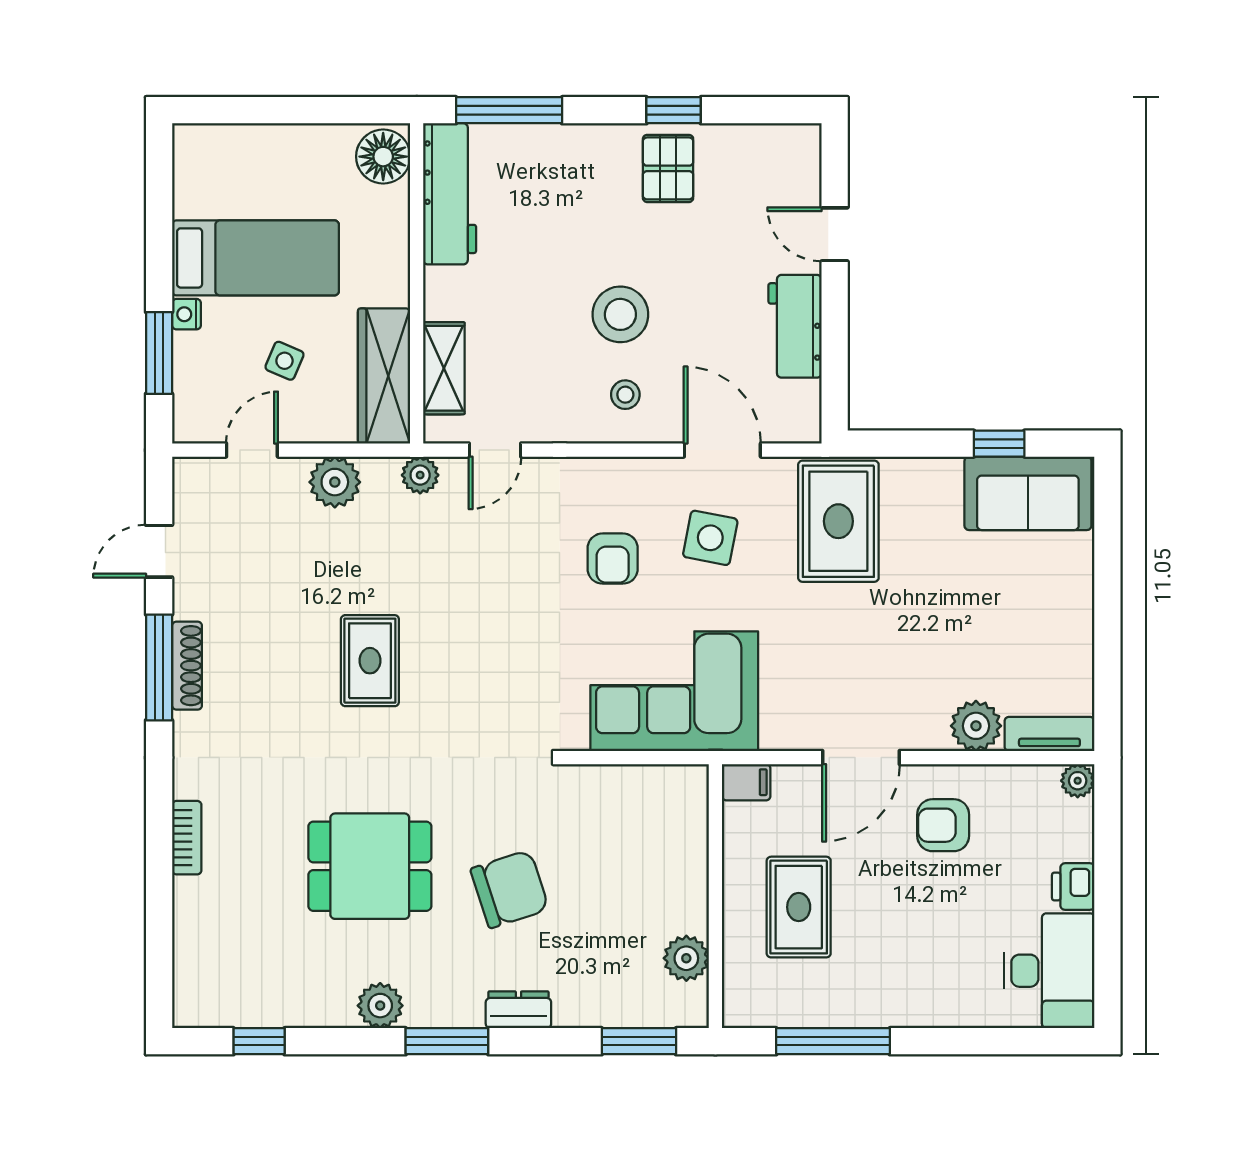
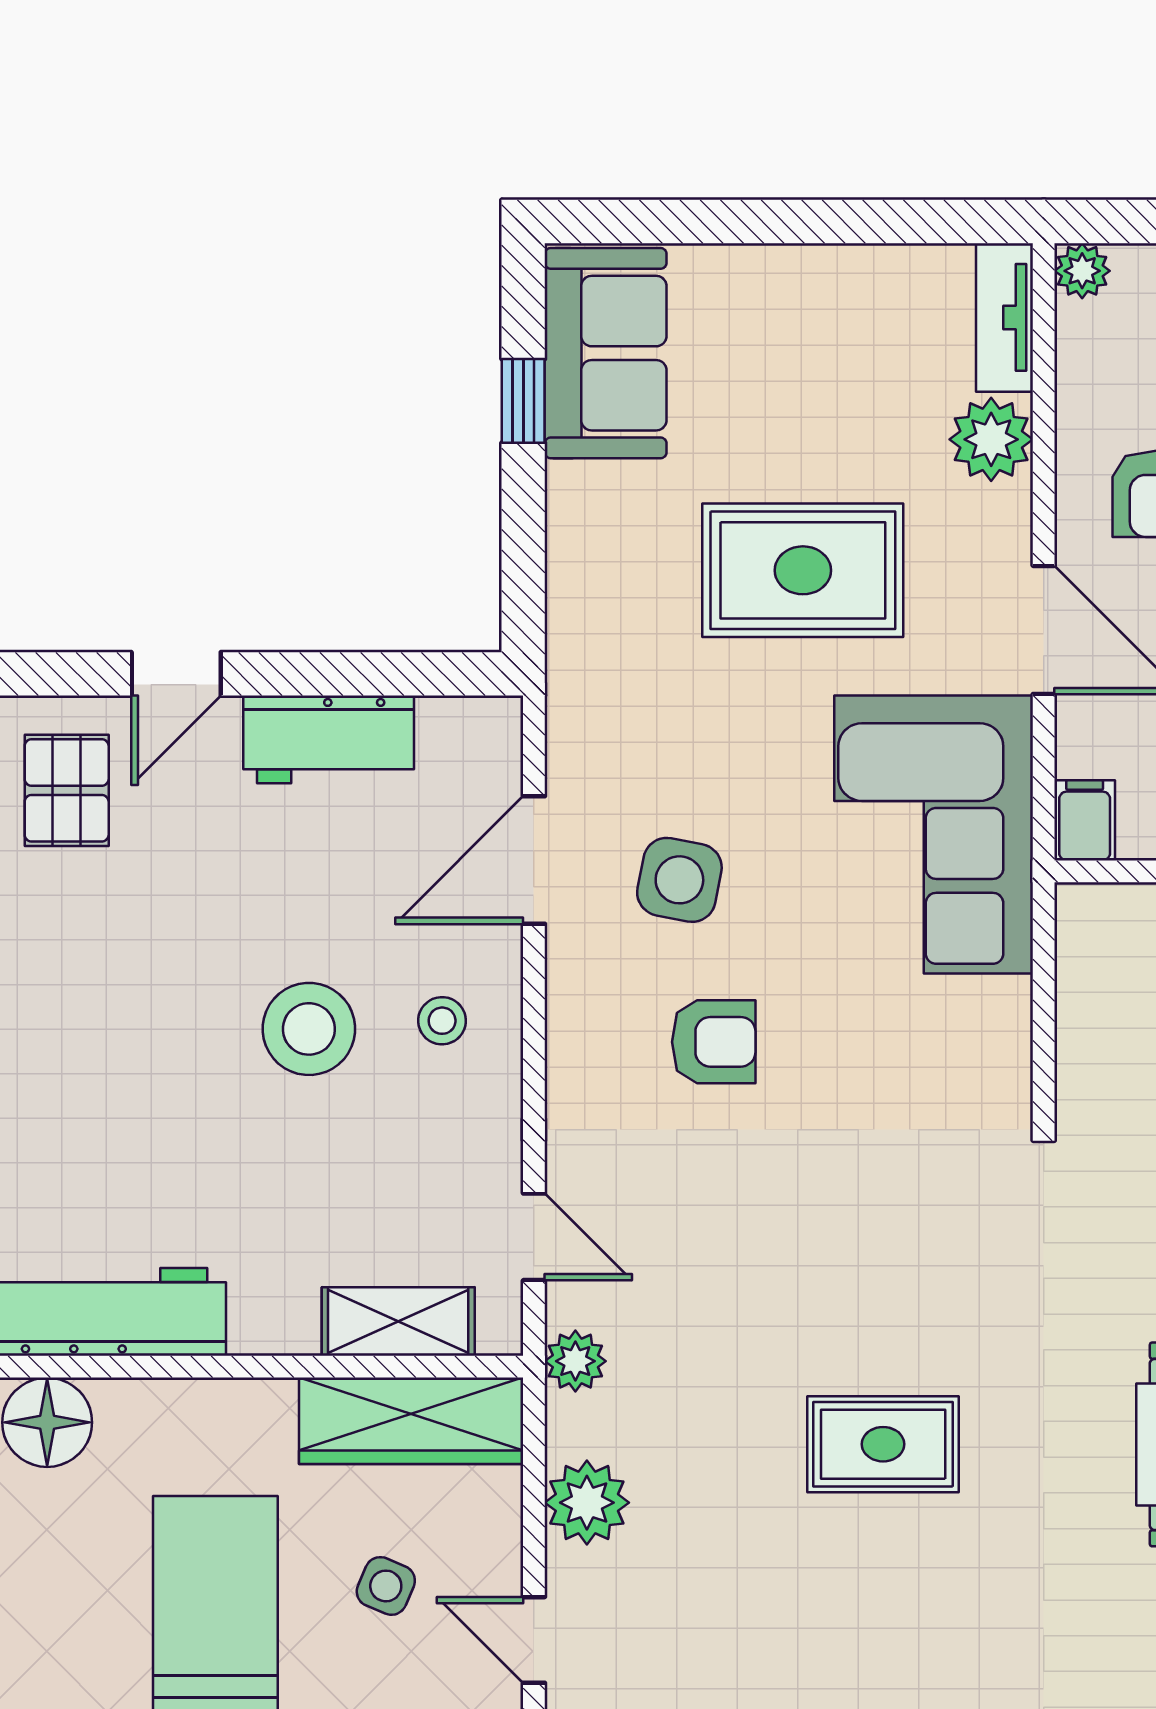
pallet: (668, 168) -> (67, 790), moved, turned 90
rug: (838, 521) -> (803, 570), moved
corner sofa: (674, 691) -> (934, 834), moved

